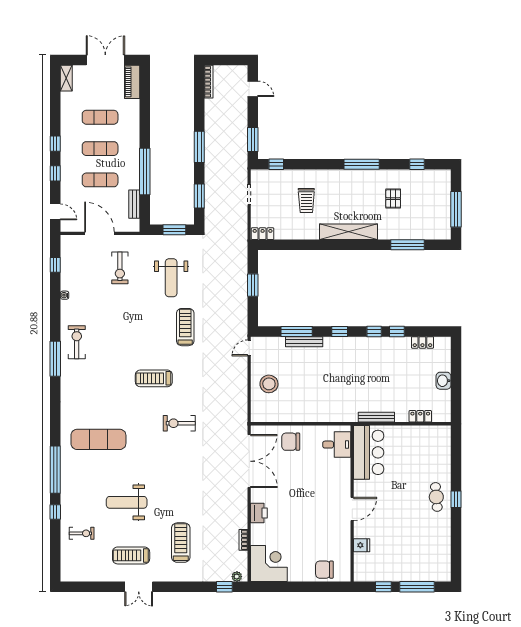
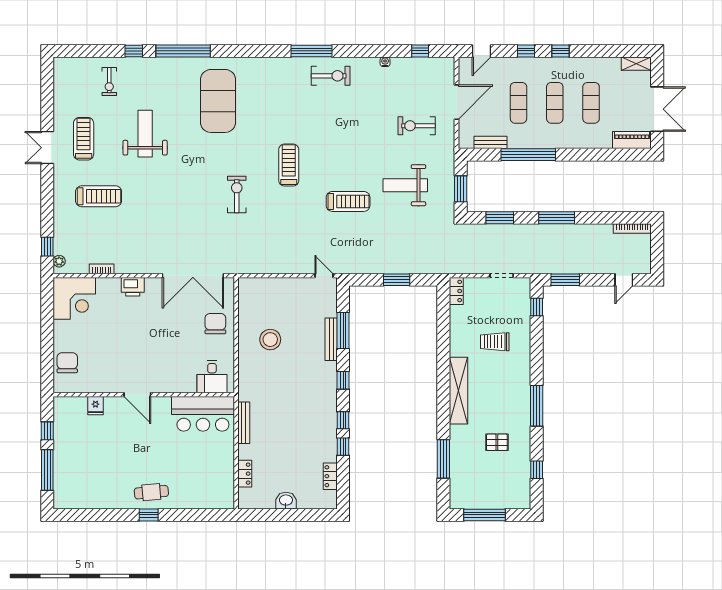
stool: (269, 384) -> (270, 340), moved
exercise mat: (98, 439) -> (218, 101), width x1.47

